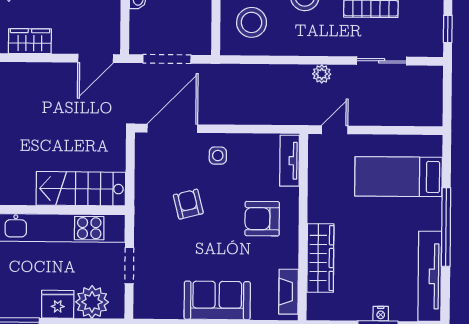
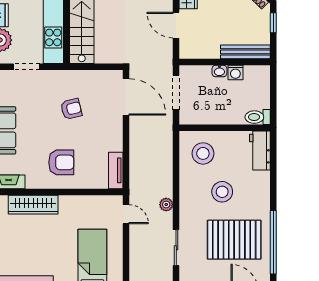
door: (96, 58) -> (176, 25), moved
side table: (218, 156) -> (107, 130), removed
tv unit: (290, 161) -> (116, 170), moved, turned -90
armchair: (262, 219) -> (61, 162), turned 90

